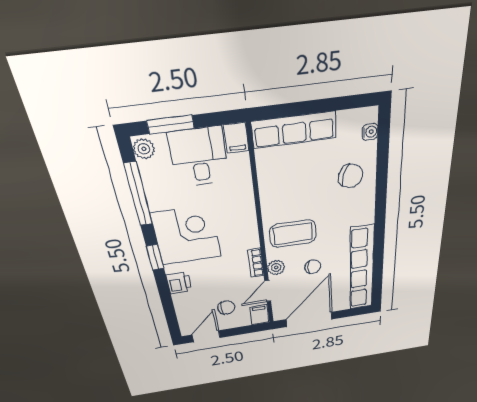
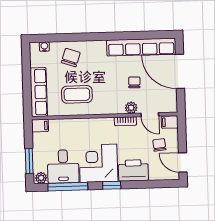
desk: (199, 157) -> (63, 166), moved, turned -90
coffee table: (293, 234) -> (77, 94), moved, turned 90
printer: (179, 283) -> (133, 170), width x1.87, depth x1.48
door: (309, 319) -> (180, 71), moved

